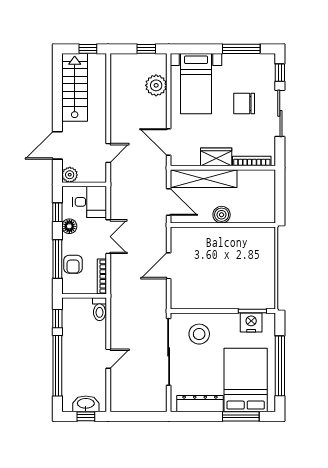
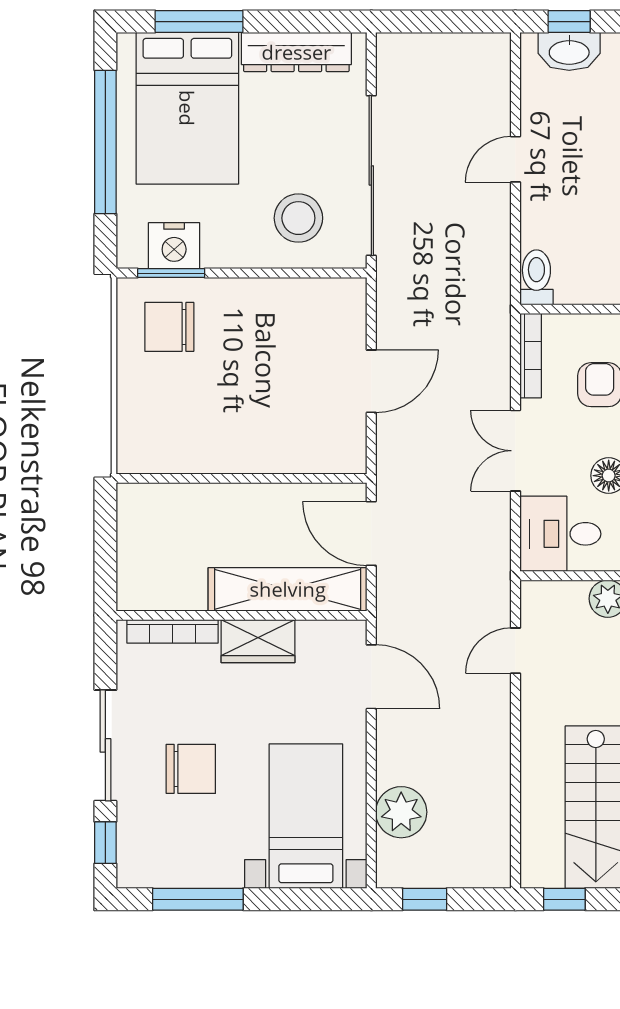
boiler: (222, 215) -> (245, 503), removed
chair: (253, 288) -> (169, 327), added

